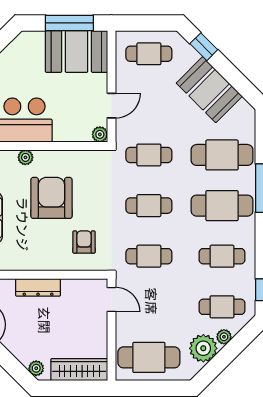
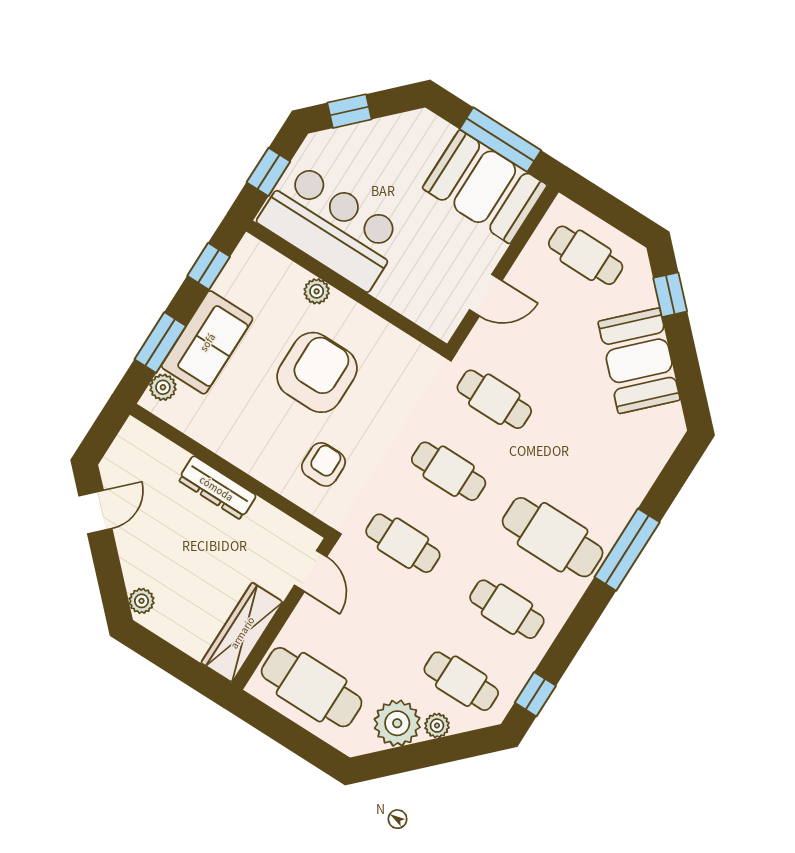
plant: (100, 134) -> (443, 326), removed
cafe table: (222, 155) -> (598, 465), removed
wardrobe: (79, 370) -> (242, 632), moved, turned -90

